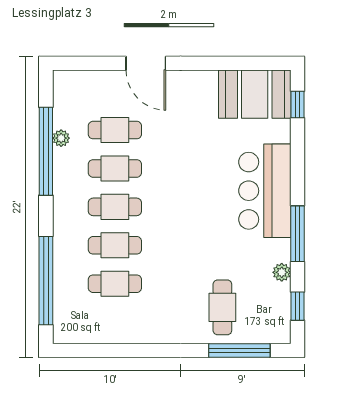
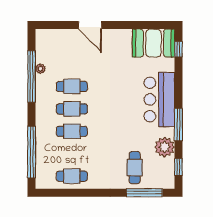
cafe table: (115, 130) -> (72, 64), removed
plant: (282, 272) -> (165, 147), width x1.88, depth x1.88
cafe table: (115, 284) -> (72, 176), moved

